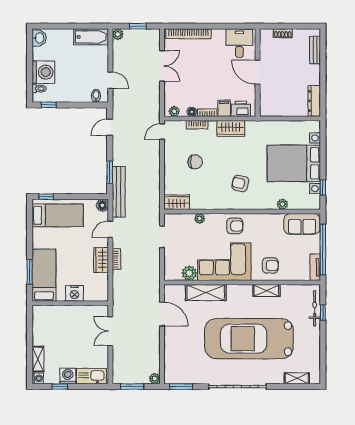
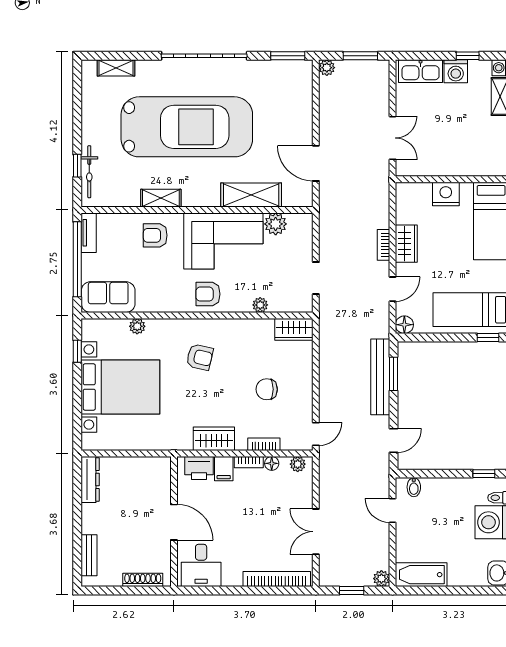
shoe rack: (283, 33) -> (143, 580), width x1.43
bench: (119, 192) -> (380, 377), moved

